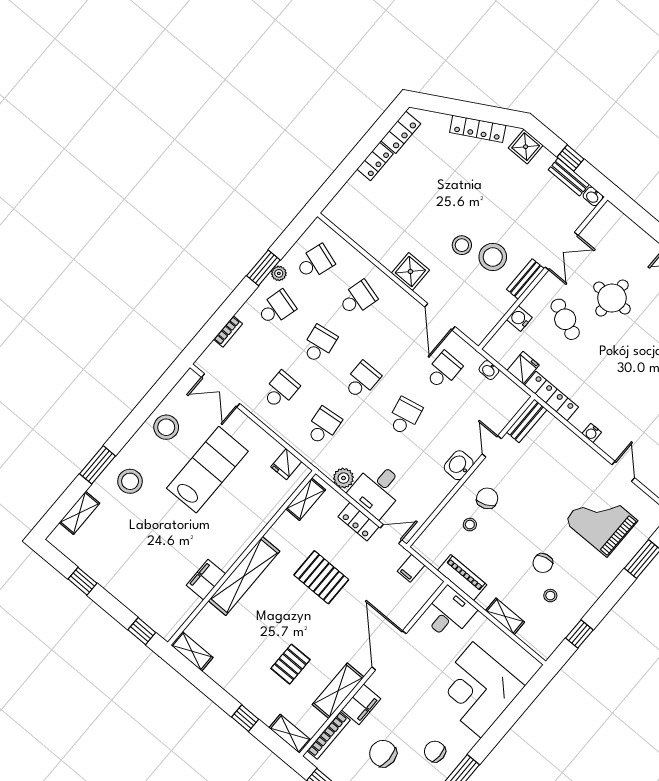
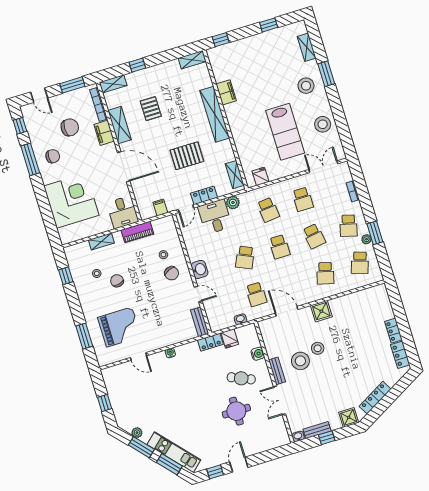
locker: (551, 396) -> (210, 342), width x0.66
school desk: (405, 416) -> (245, 257), turned 36

